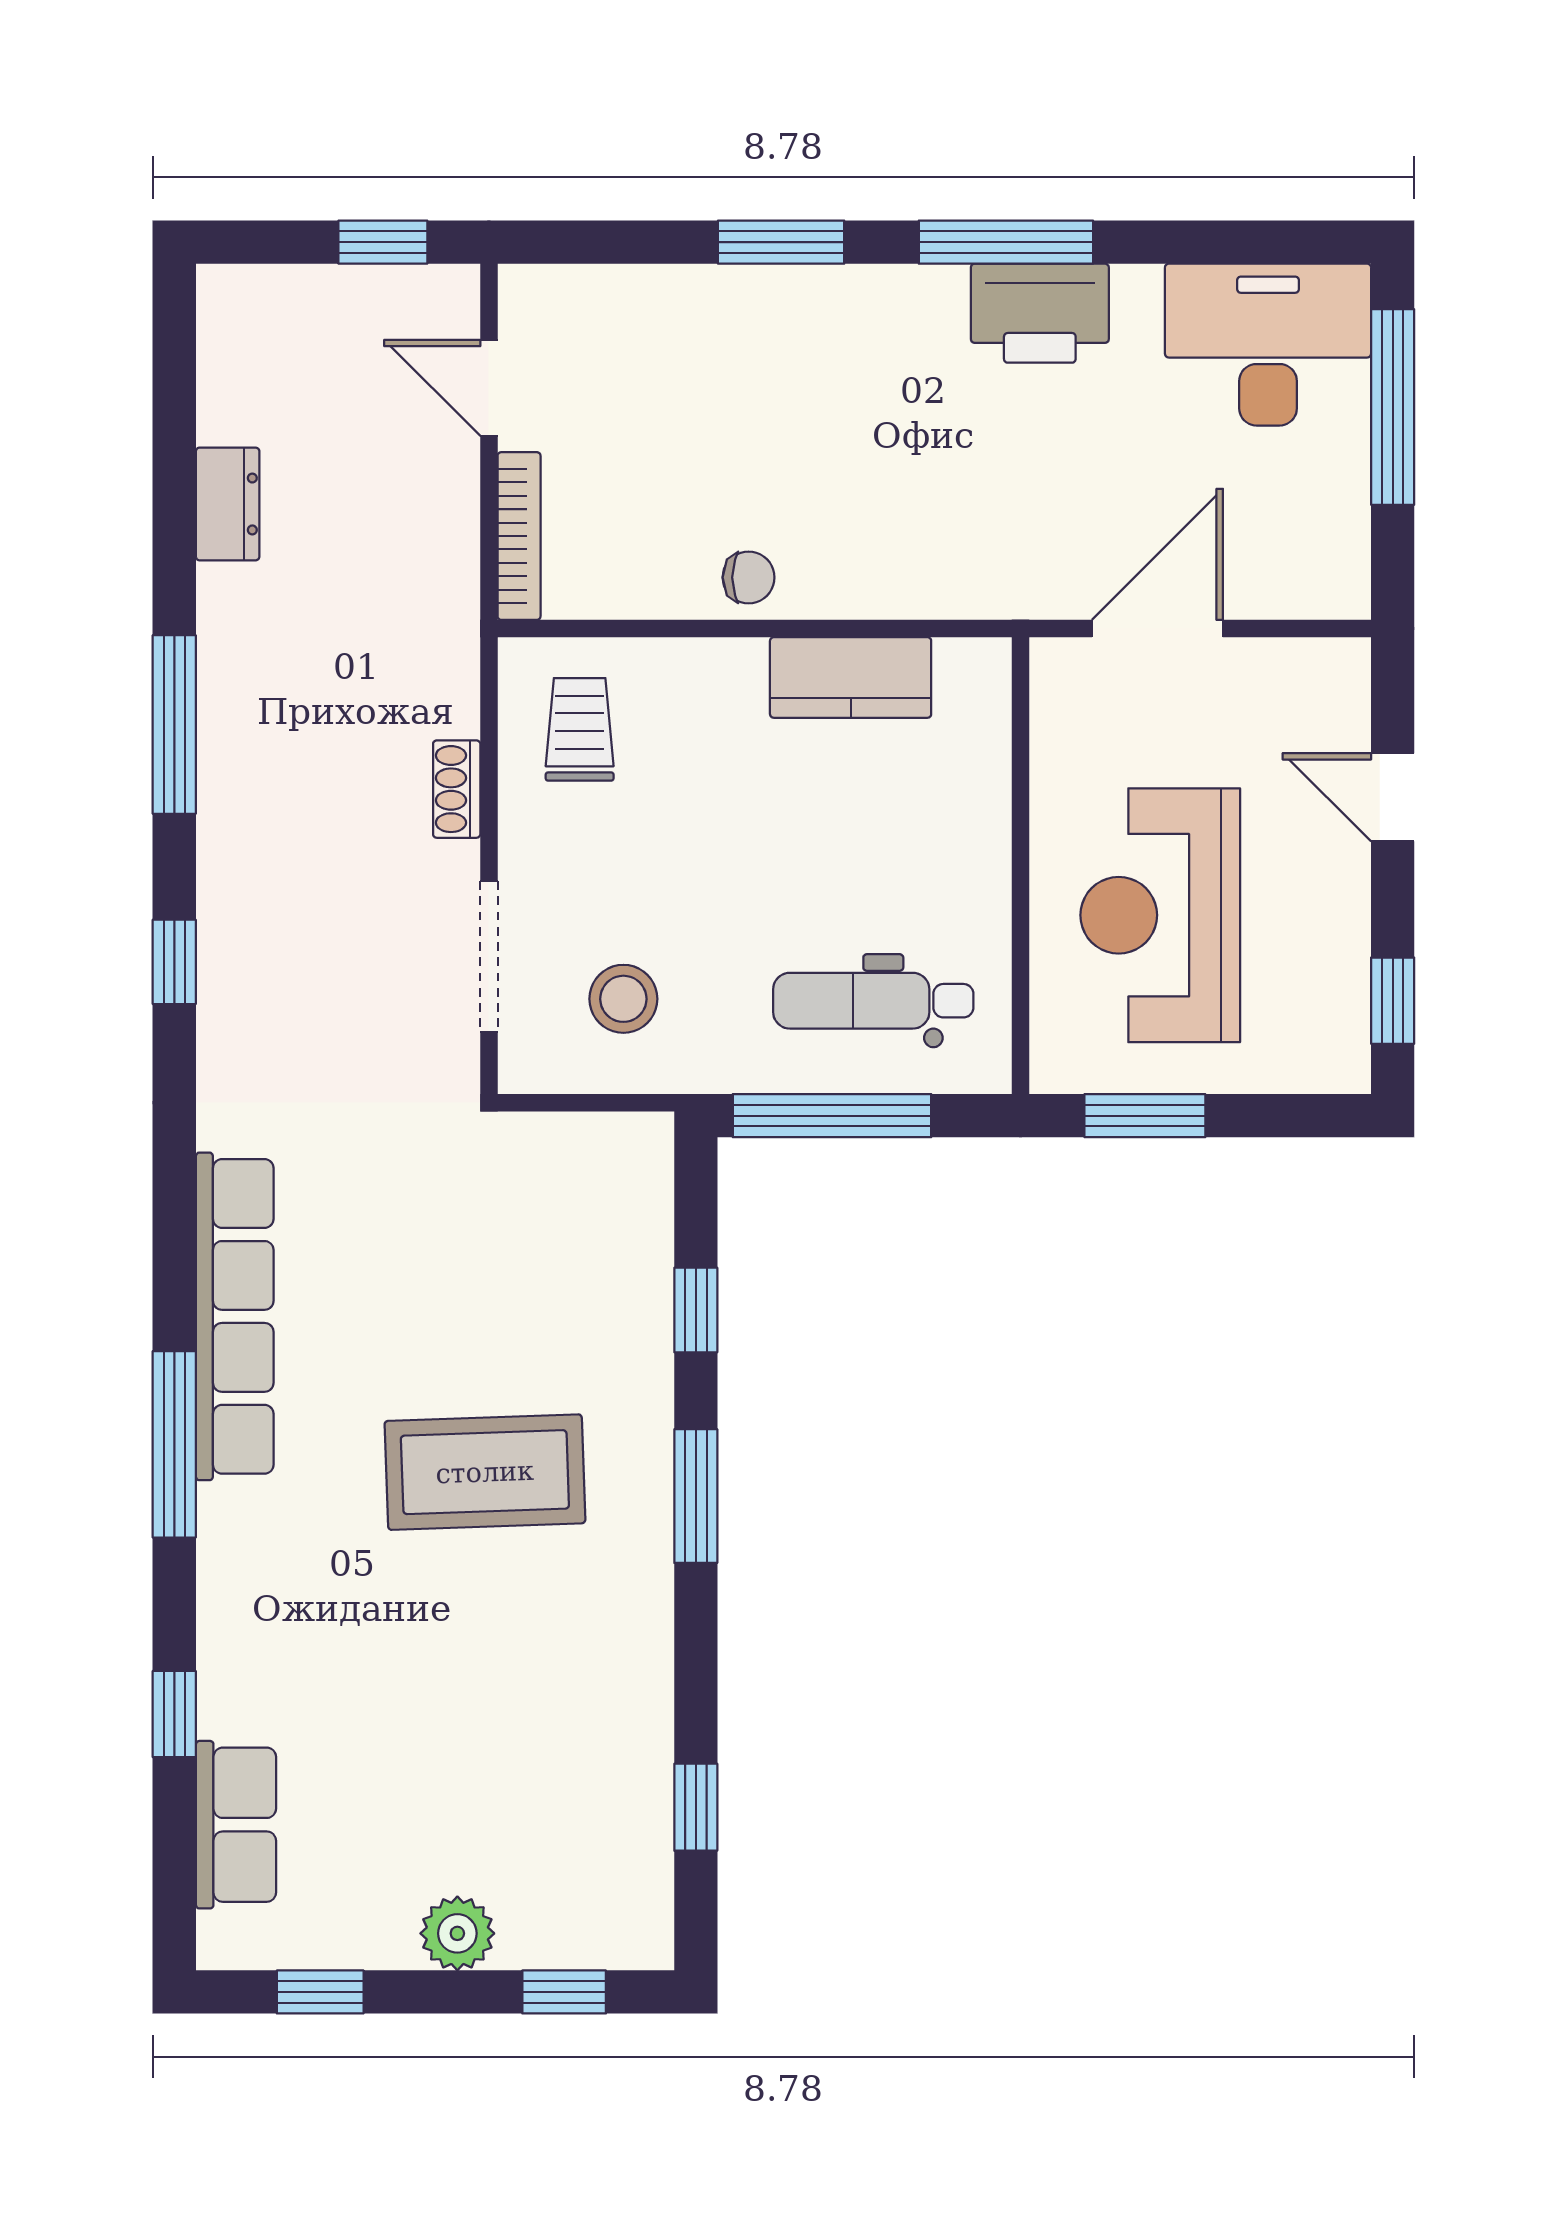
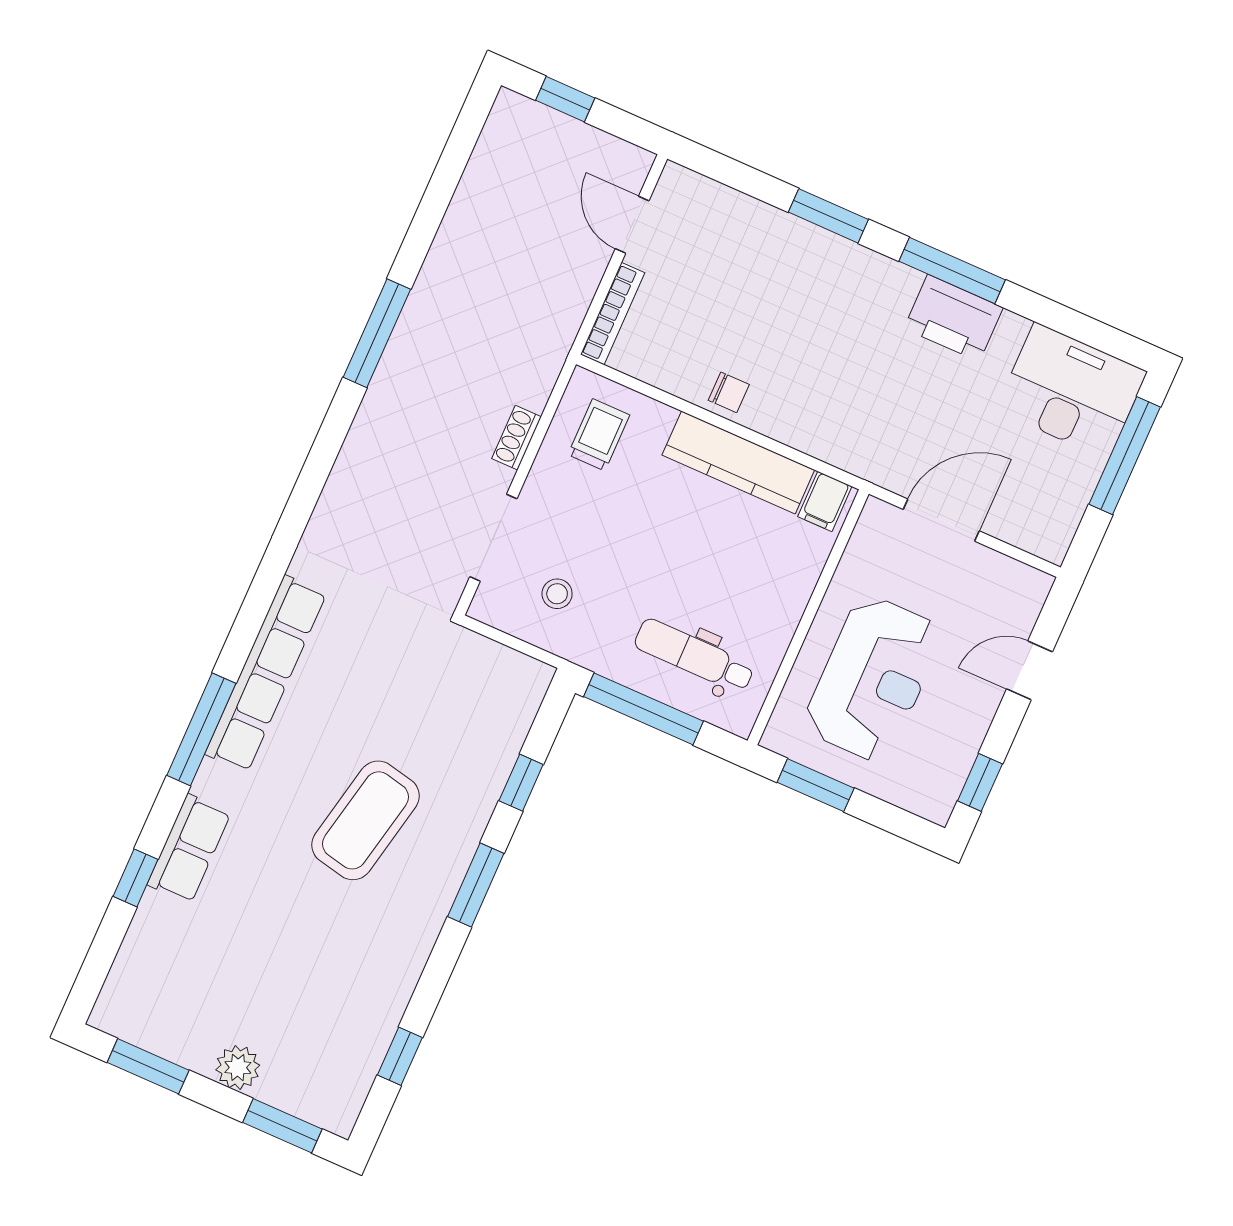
window: (383, 242) -> (565, 99), moved
dresser: (228, 504) -> (460, 225), removed
kitchen counter: (851, 677) -> (738, 462), width x1.50
filing cabinet: (968, 679) -> (825, 502), added
door: (1393, 797) -> (1030, 670), hinge flipped
reception desk: (1160, 915) -> (873, 679), turned 180
window: (174, 962) -> (319, 464), removed
stool: (623, 999) -> (557, 594), width x0.73, depth x0.73
coffee table: (485, 1472) -> (365, 820), turned -76
row of seats: (236, 1825) -> (189, 849), moved
window: (320, 1992) -> (148, 1066), width x1.50
window: (564, 1992) -> (282, 1126), width x1.50

